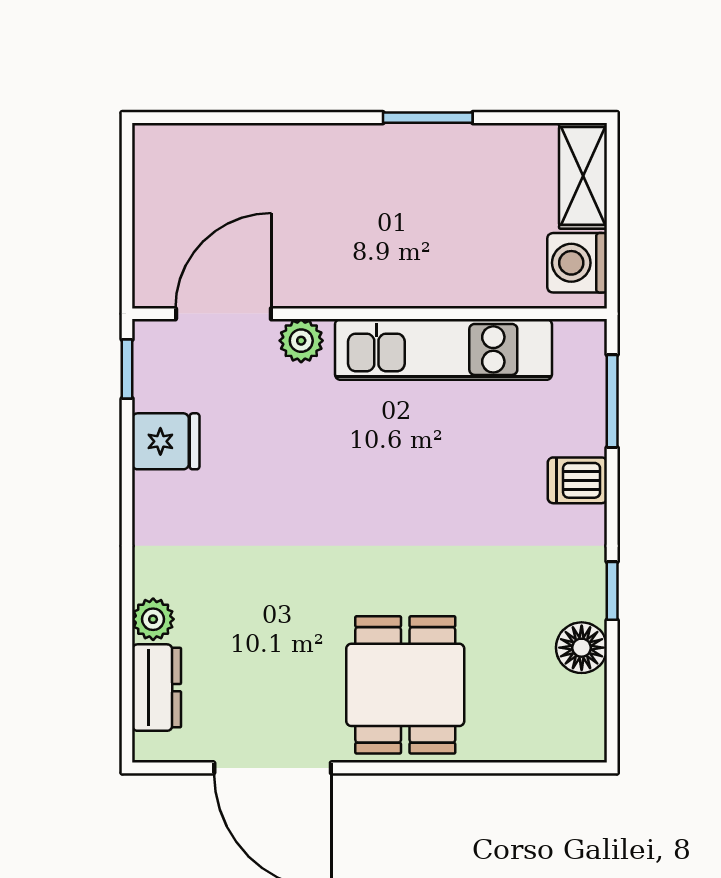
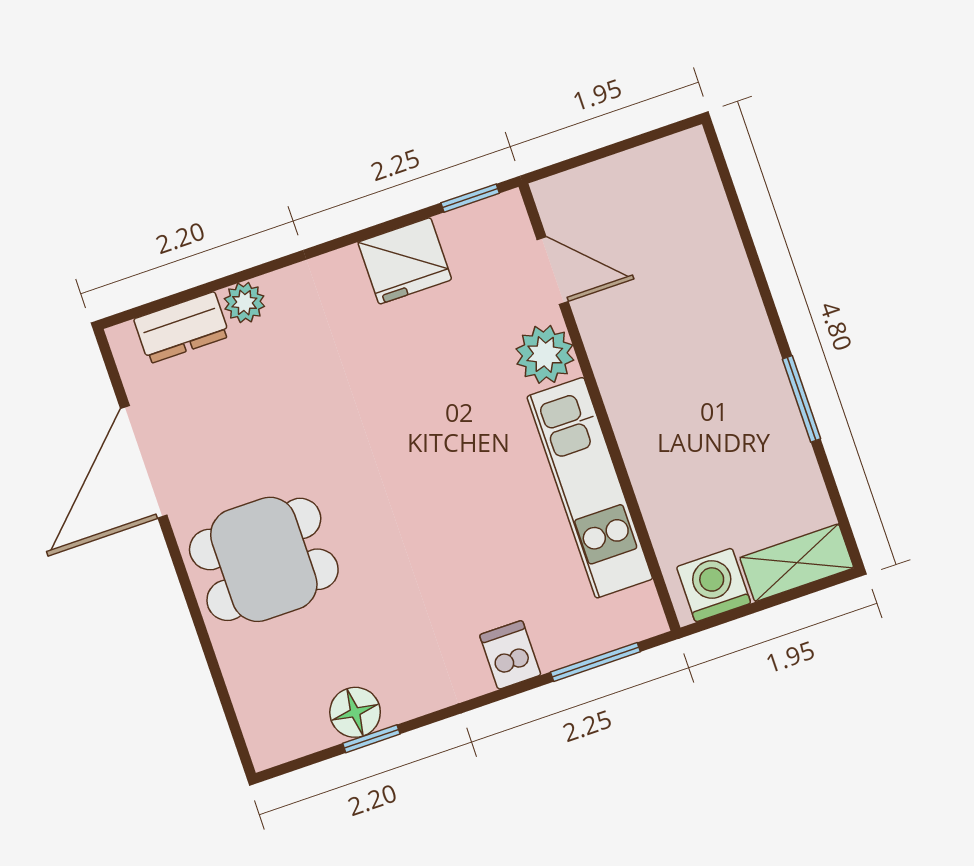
door: (223, 314) -> (553, 270), width x0.73
plant: (301, 341) -> (545, 354), width x1.38, depth x1.38
fridge: (166, 441) -> (405, 261), width x1.38
window: (612, 591) -> (371, 739), moved

